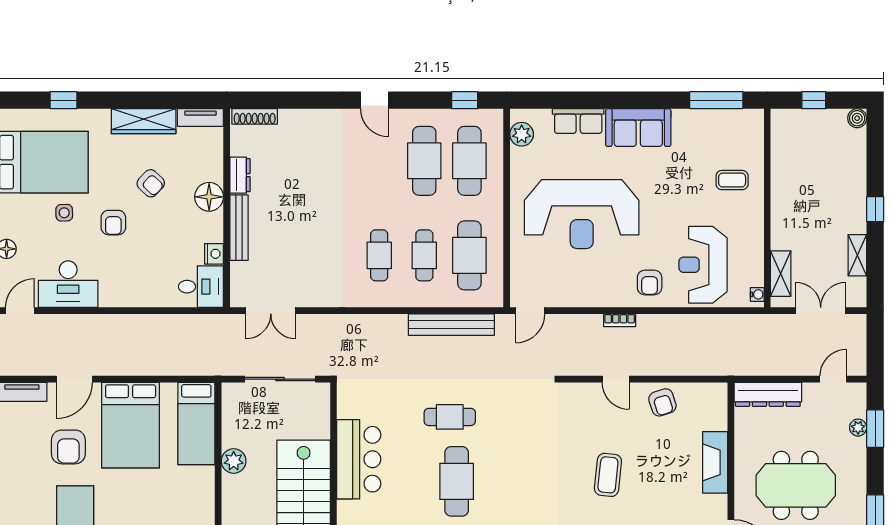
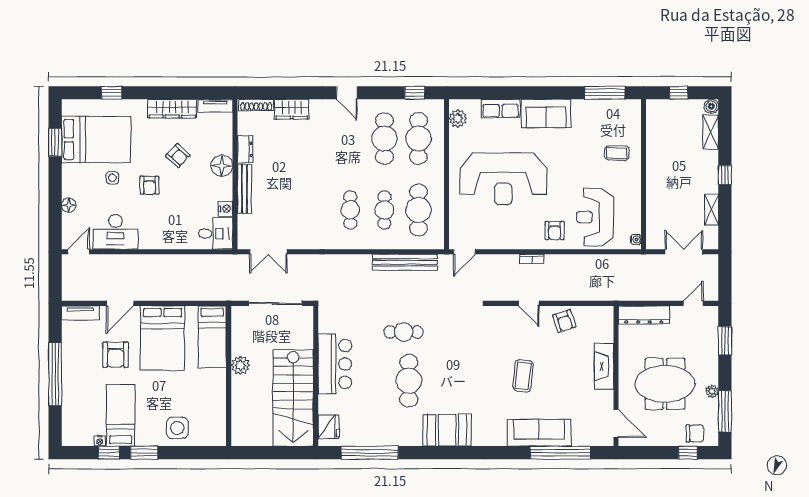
wardrobe: (302, 122) -> (292, 109), added
shelving: (781, 274) -> (711, 132), moved
plant: (858, 428) -> (712, 391), moved

